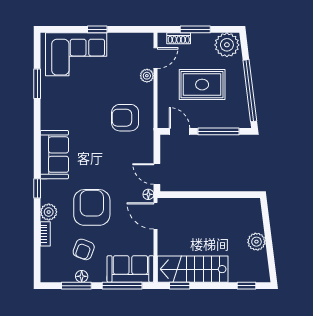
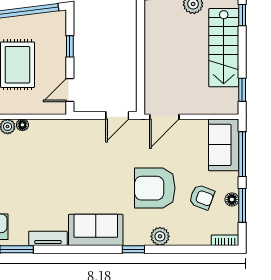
tv unit: (47, 112) -> (48, 238), added
armchair: (125, 118) -> (55, 151), removed
window: (219, 131) -> (70, 46), width x0.46
floor lamp: (148, 194) -> (22, 125), moved
bookcase: (45, 234) -> (225, 240), moved
stairs: (193, 269) -> (224, 48), moved

